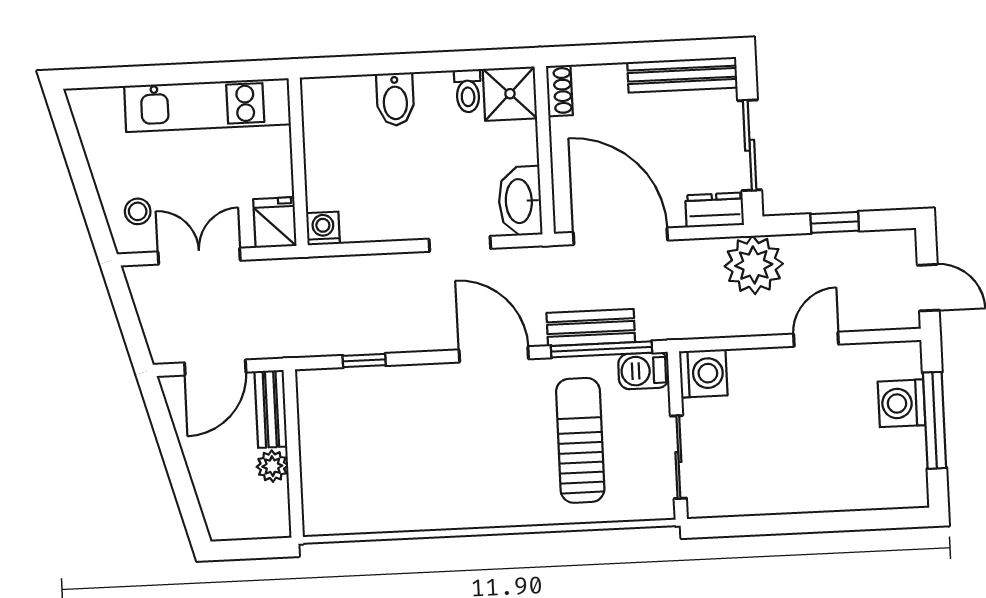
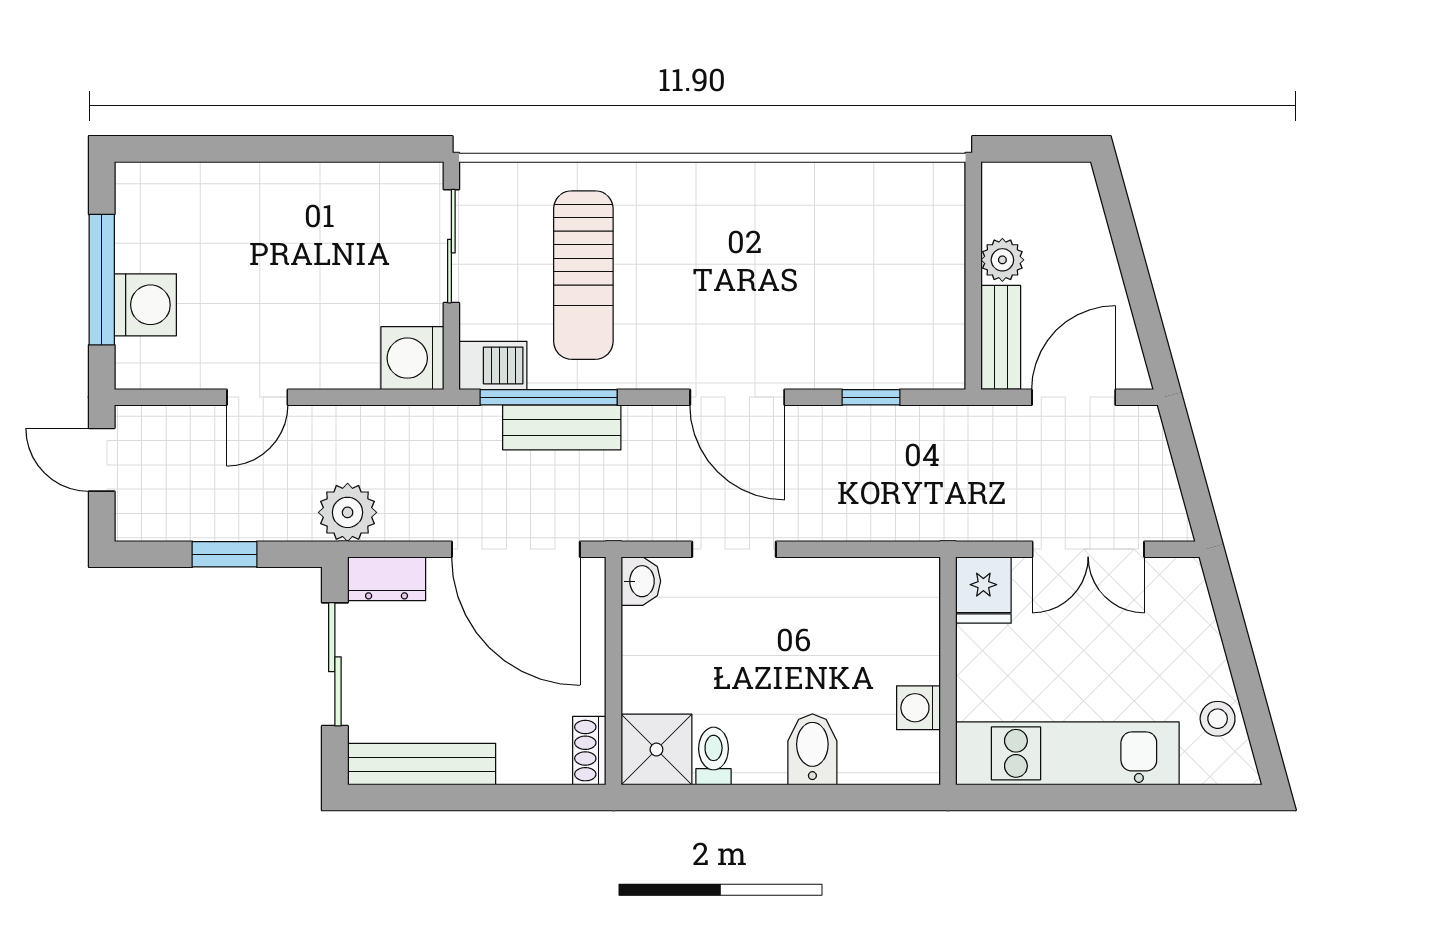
washbasin: (520, 201) -> (641, 581), width x0.52, depth x0.69
stool: (138, 211) -> (1218, 719), moved
washing machine: (323, 229) -> (918, 708), moved, turned 90
plant: (754, 265) -> (348, 512), width x0.73, depth x0.73
door: (494, 354) -> (737, 397), moved

